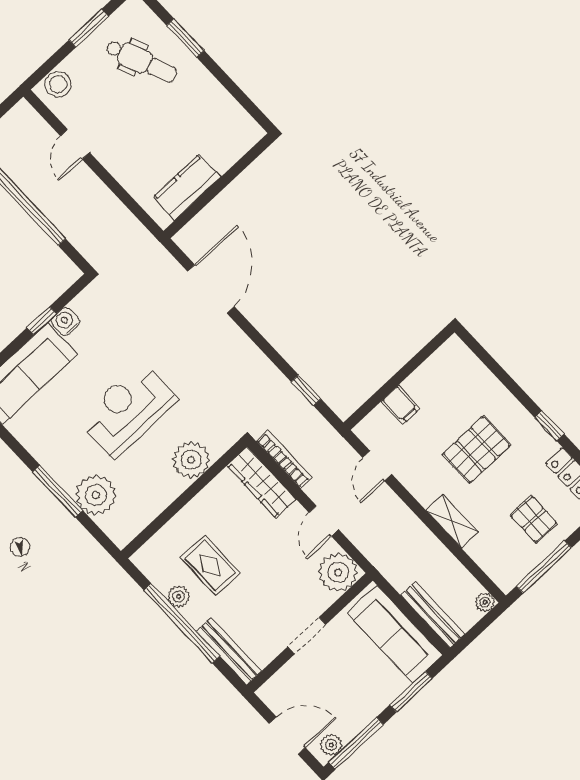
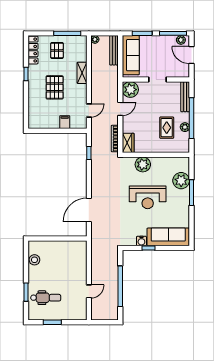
dental chair: (141, 61) -> (46, 298), turned 112
stool: (58, 84) -> (34, 260), moved
kitchen counter: (187, 187) -> (68, 247), removed
pallet: (476, 450) -> (55, 87), turned 90
wardrobe: (261, 482) -> (128, 143), width x0.67

